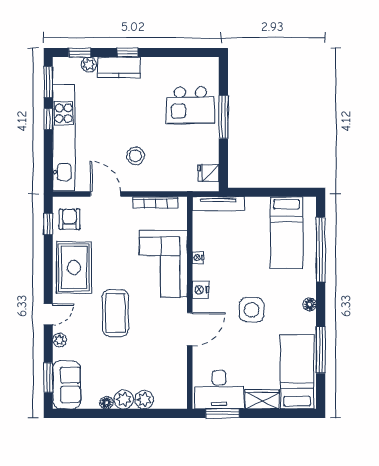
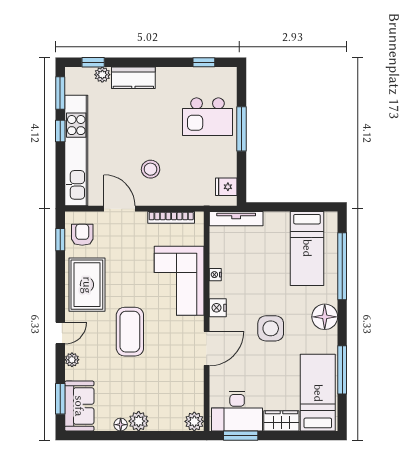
window: (127, 52) -> (204, 62), moved
floor lamp: (310, 304) -> (325, 317), width x1.89, depth x1.89
plant: (144, 400) -> (194, 421), moved

